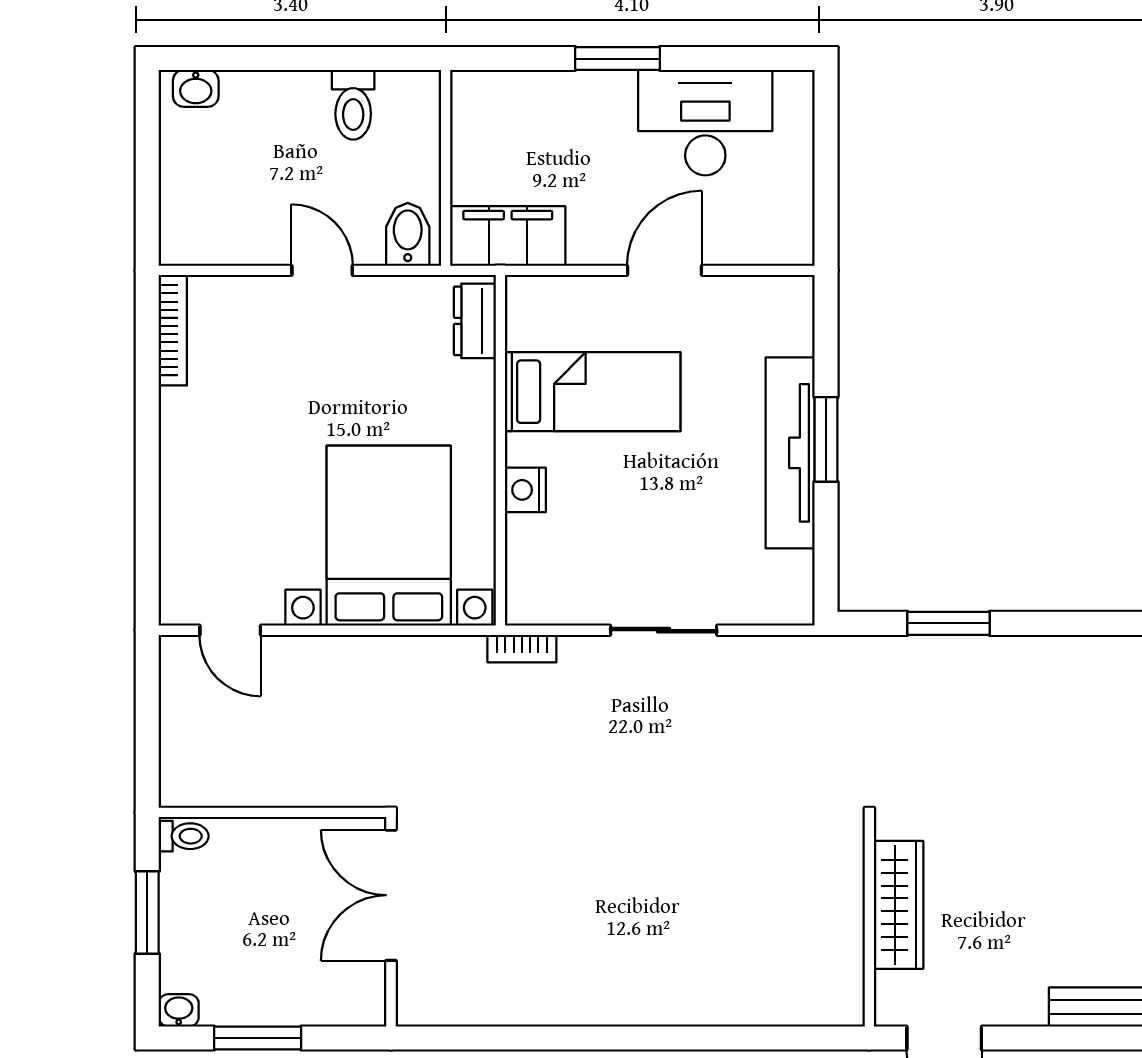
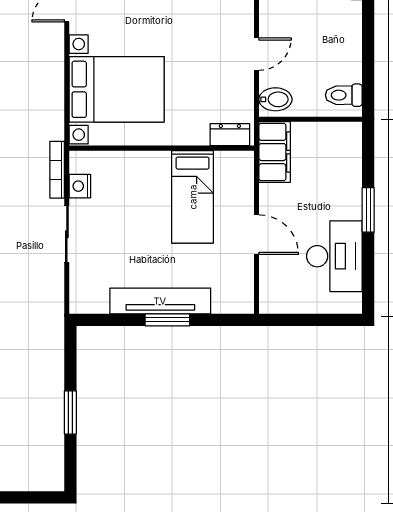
toilet: (353, 105) -> (344, 95), moved
nightstand: (525, 490) -> (80, 186), moved, turned -90
window: (948, 623) -> (70, 412), moved
bookcase: (522, 649) -> (57, 170), width x1.56

